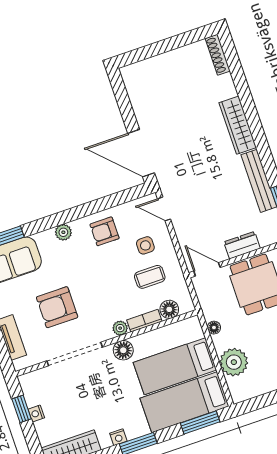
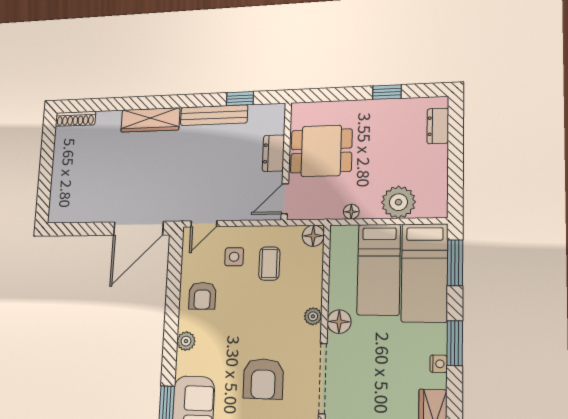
floor lamp: (169, 309) -> (313, 236), moved
bookcase: (144, 321) -> (315, 286), removed

